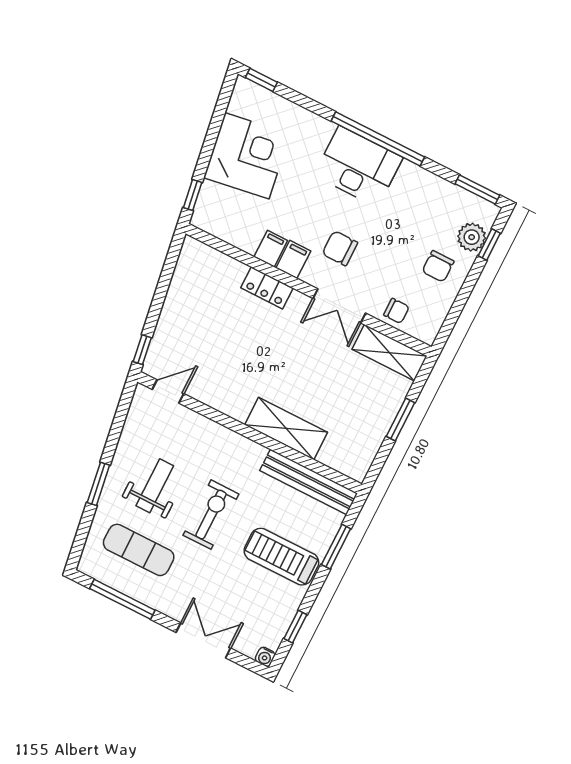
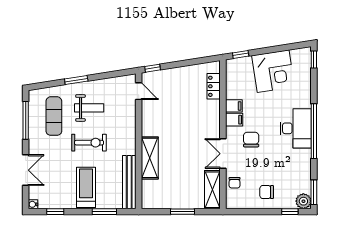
plant: (472, 237) -> (303, 201), moved
locker: (267, 288) -> (214, 86), moved

